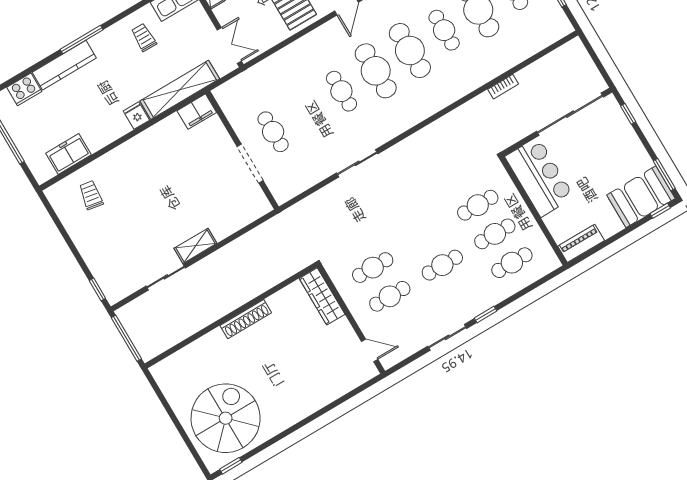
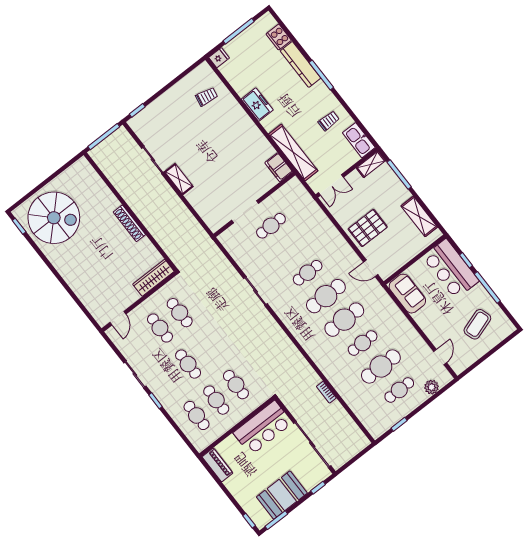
fridge: (136, 116) -> (219, 58), moved
freezer: (68, 154) -> (257, 105), moved
booth: (641, 197) -> (282, 495), moved, turned 90

